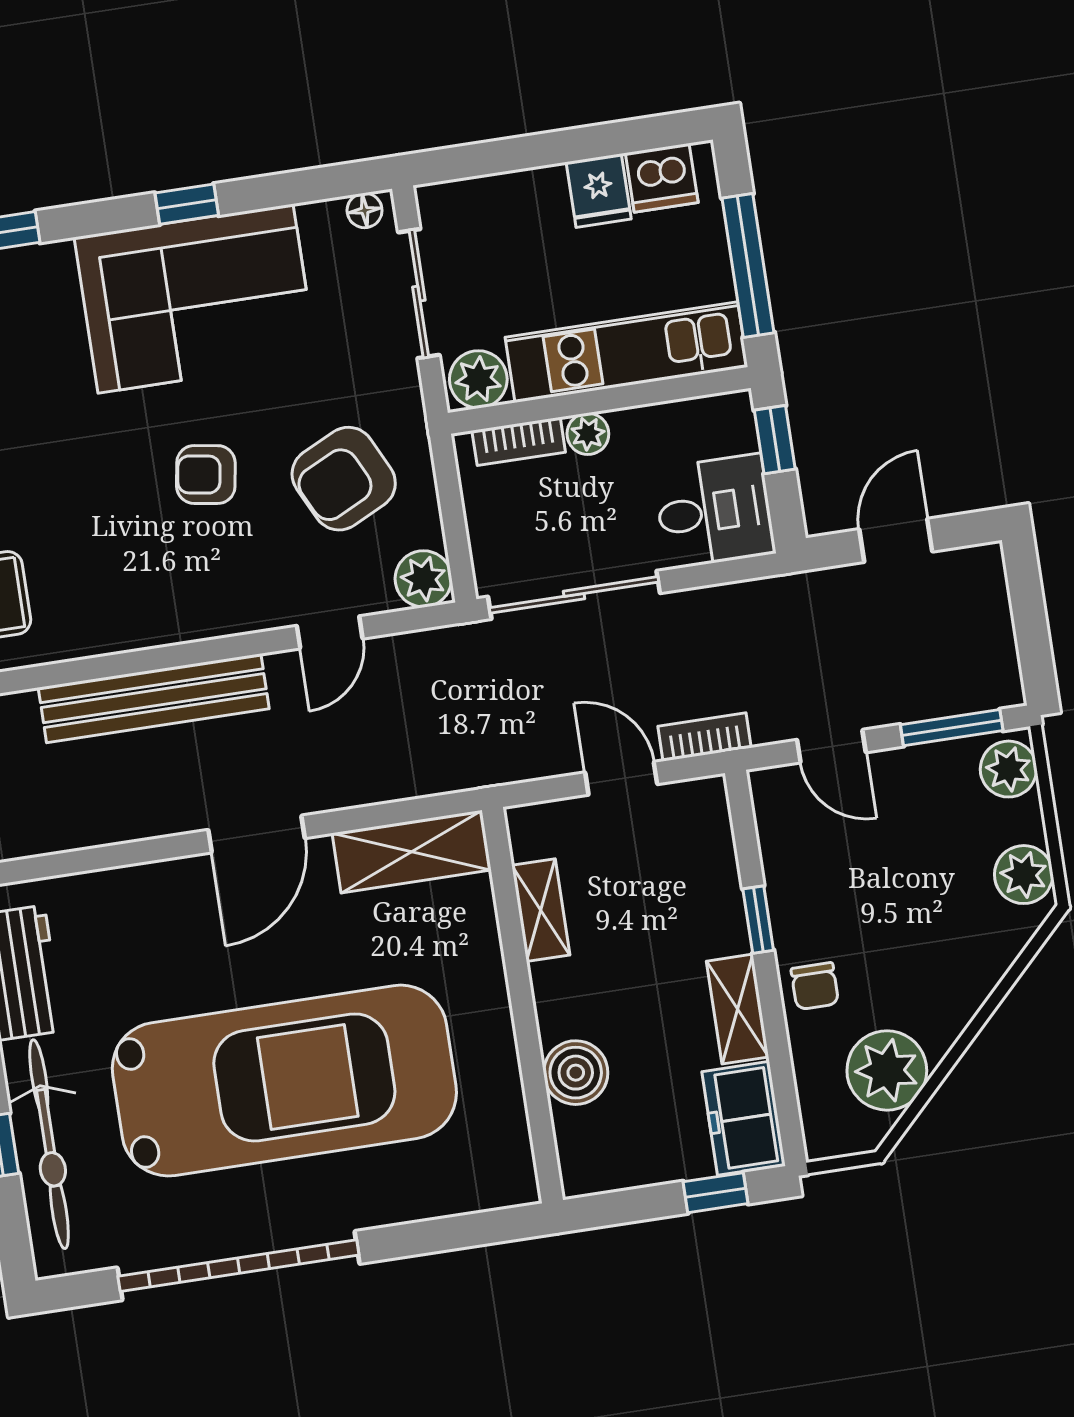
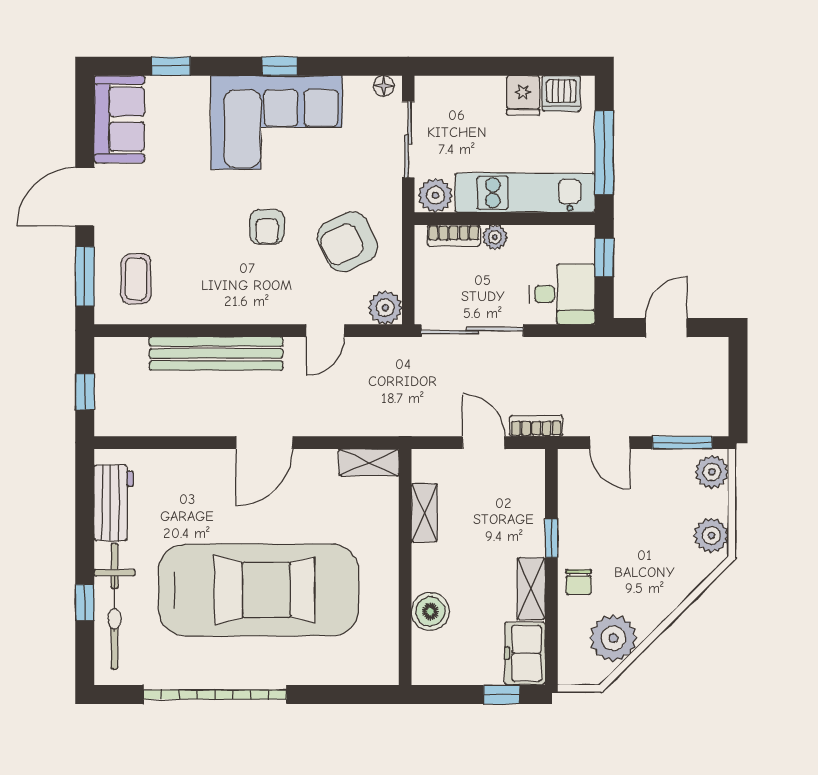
armchair: (206, 475) -> (267, 227), turned -99
shelving: (412, 852) -> (369, 462), width x0.67, depth x0.75

